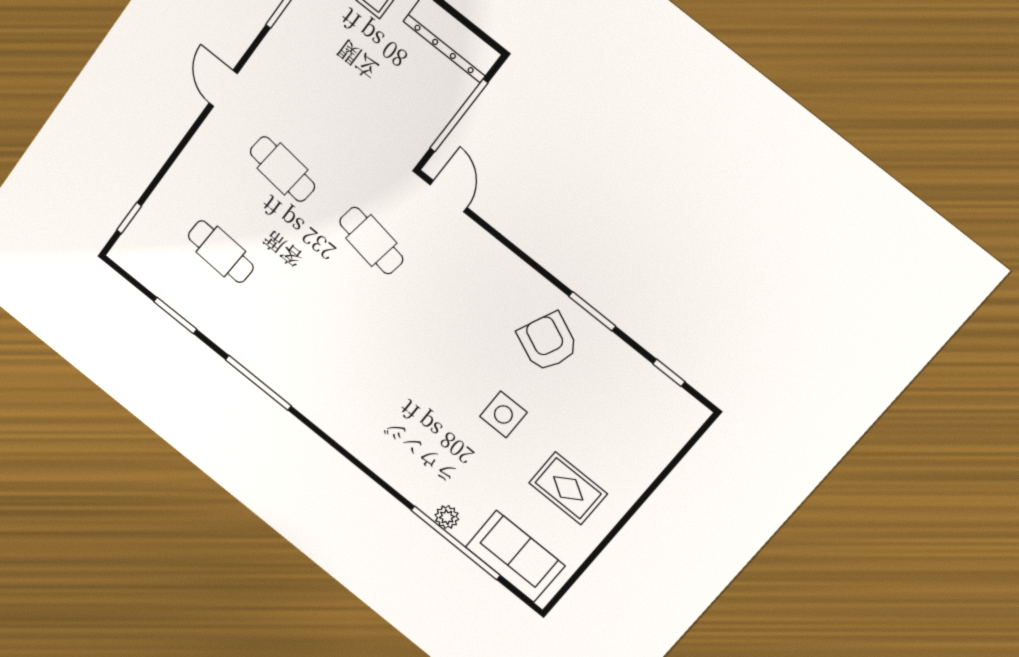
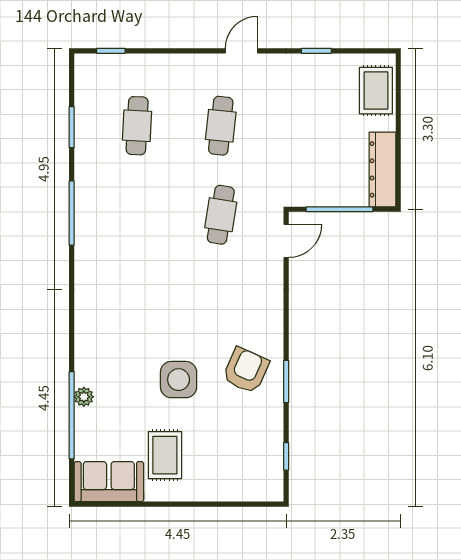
side table: (503, 414) -> (179, 380), width x1.37, depth x1.37
sofa: (515, 556) -> (109, 482), moved, turned -90

